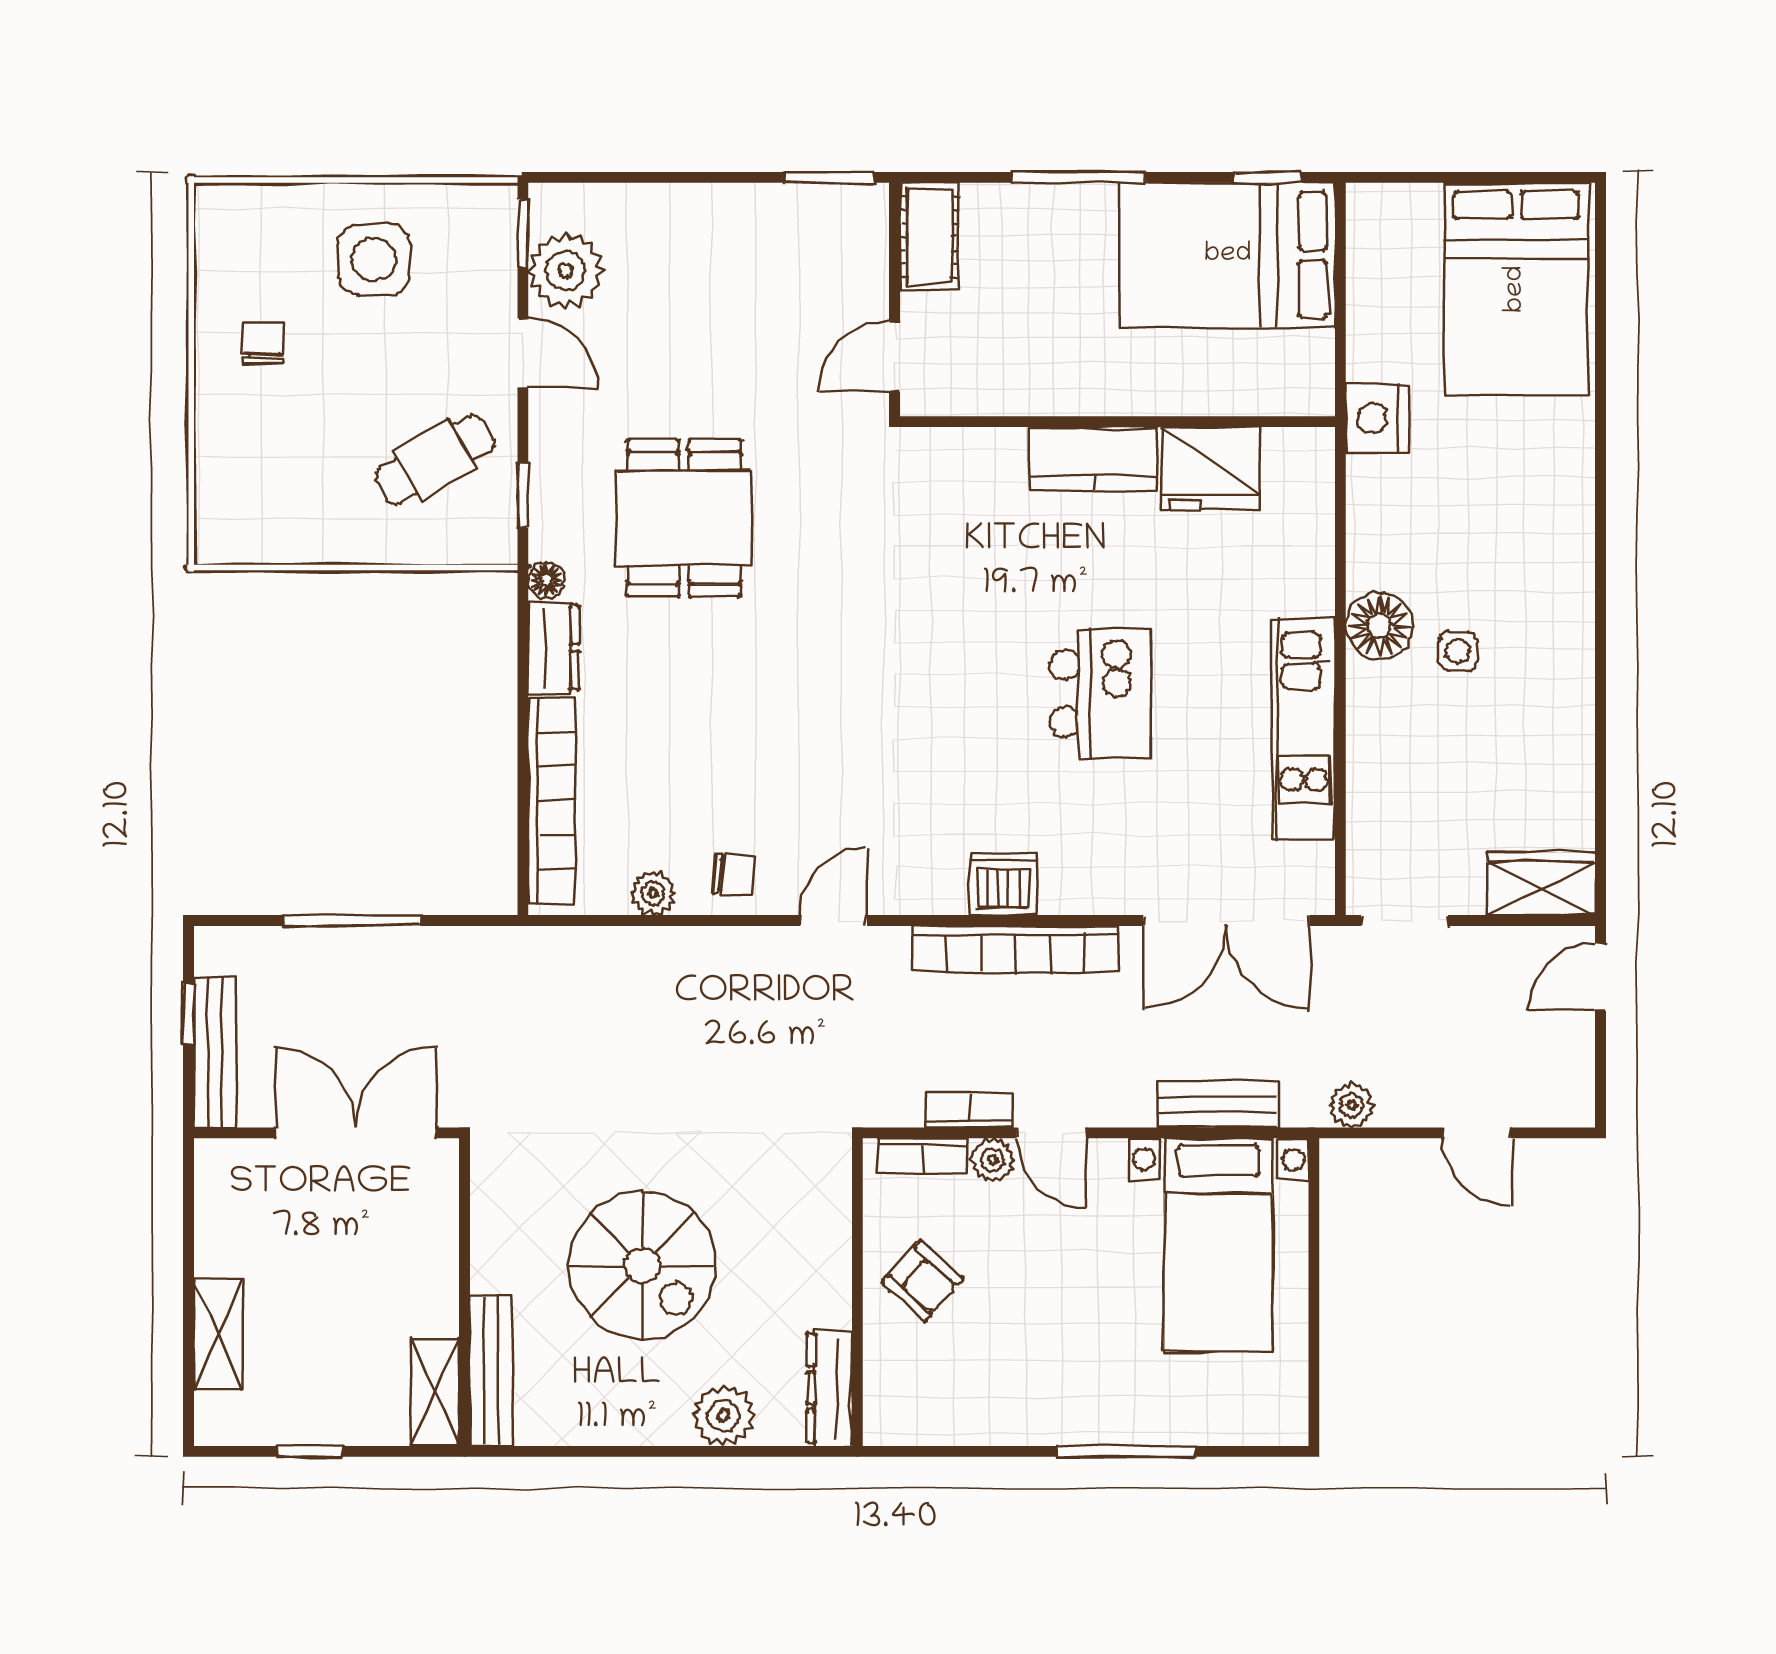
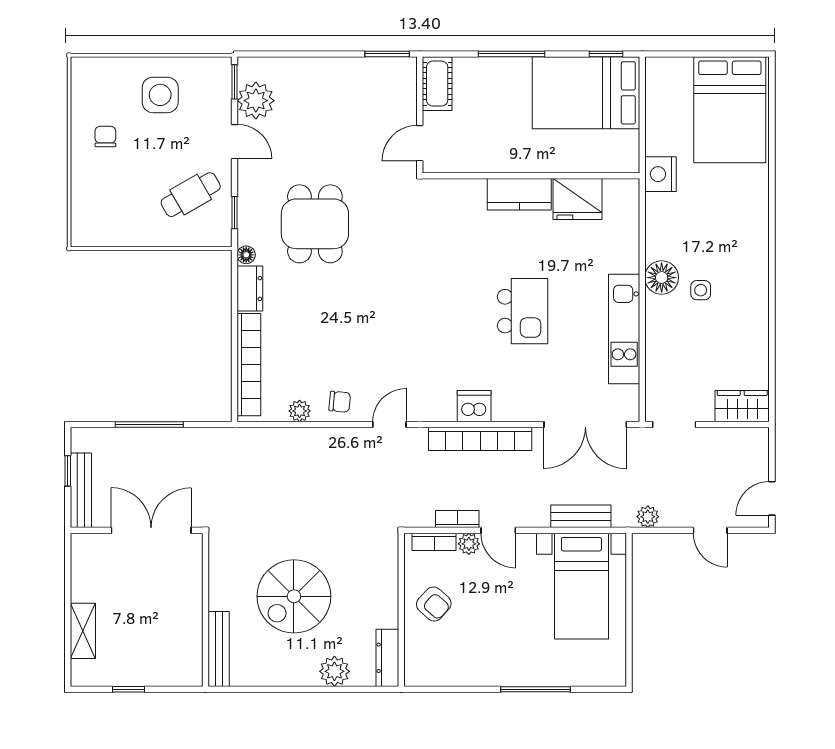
door: (1601, 977) -> (772, 498), moved
spiral stairs: (642, 1265) -> (294, 596), turned 90
shelving: (435, 1392) -> (191, 660), removed

